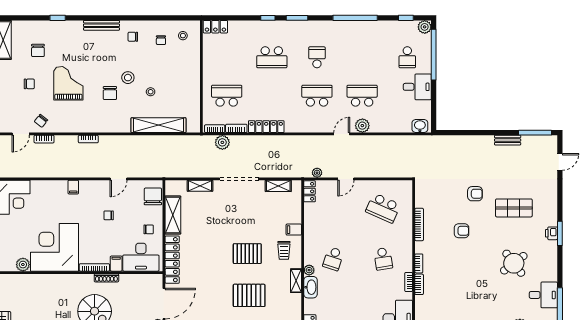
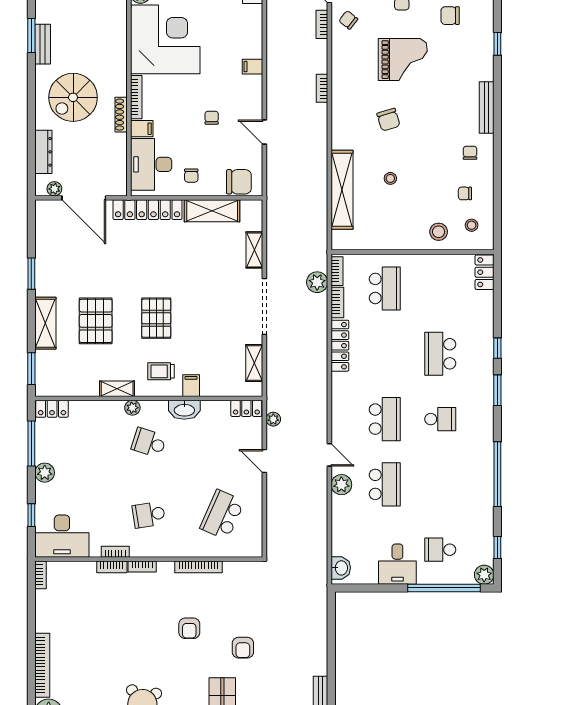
stool: (128, 78) -> (439, 232), moved
chair: (110, 93) -> (388, 120), turned -107
washbasin: (310, 287) -> (184, 410), moved

